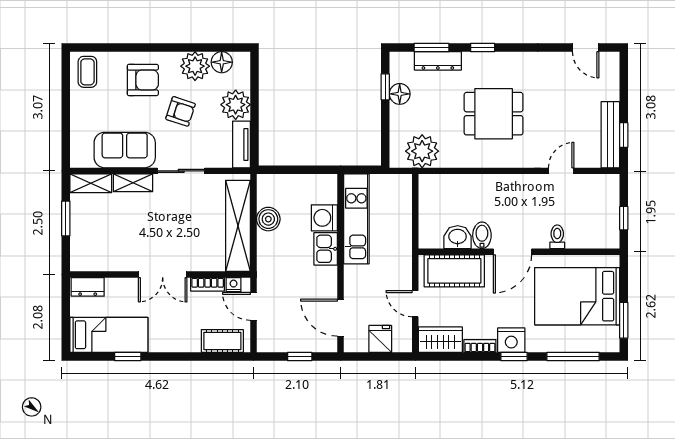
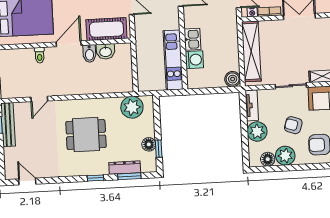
boiler: (268, 219) -> (233, 79), moved

